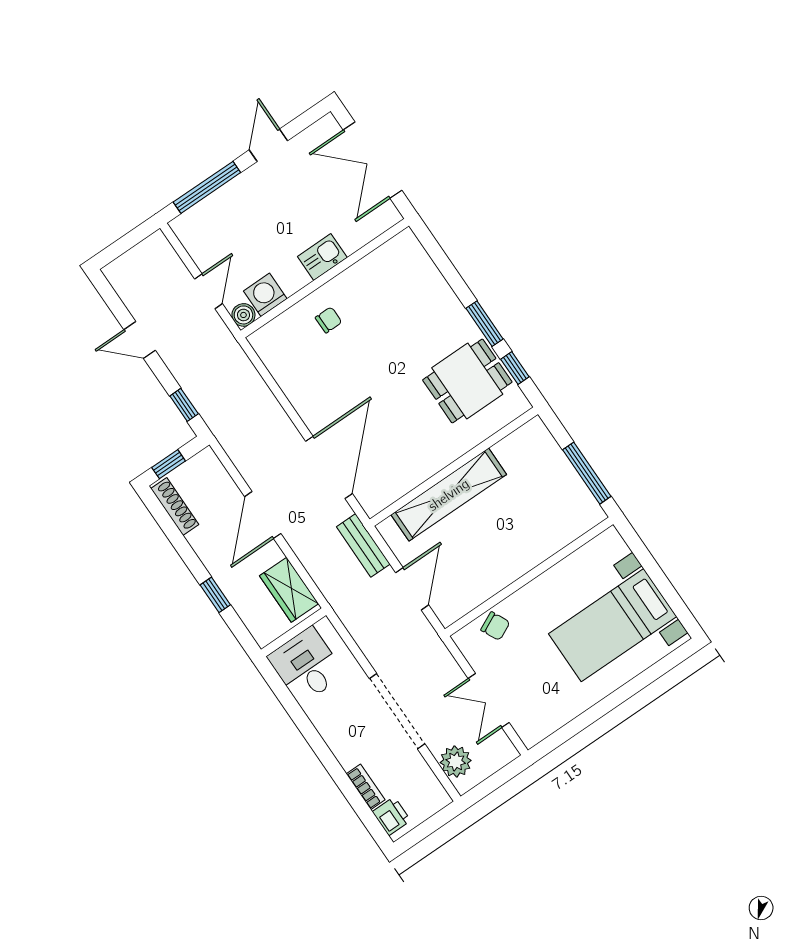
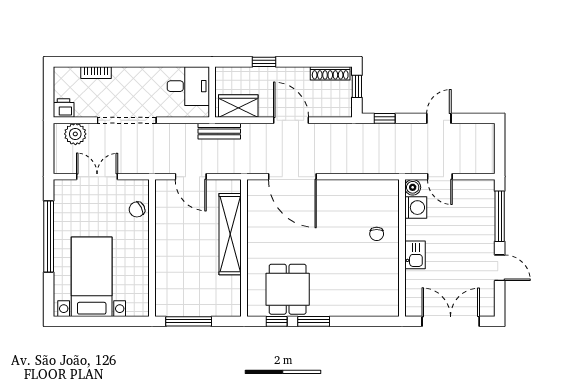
bench: (363, 545) -> (219, 131), moved
window: (600, 709) -> (49, 237), added
printer: (391, 816) -> (64, 108), moved, turned 180

